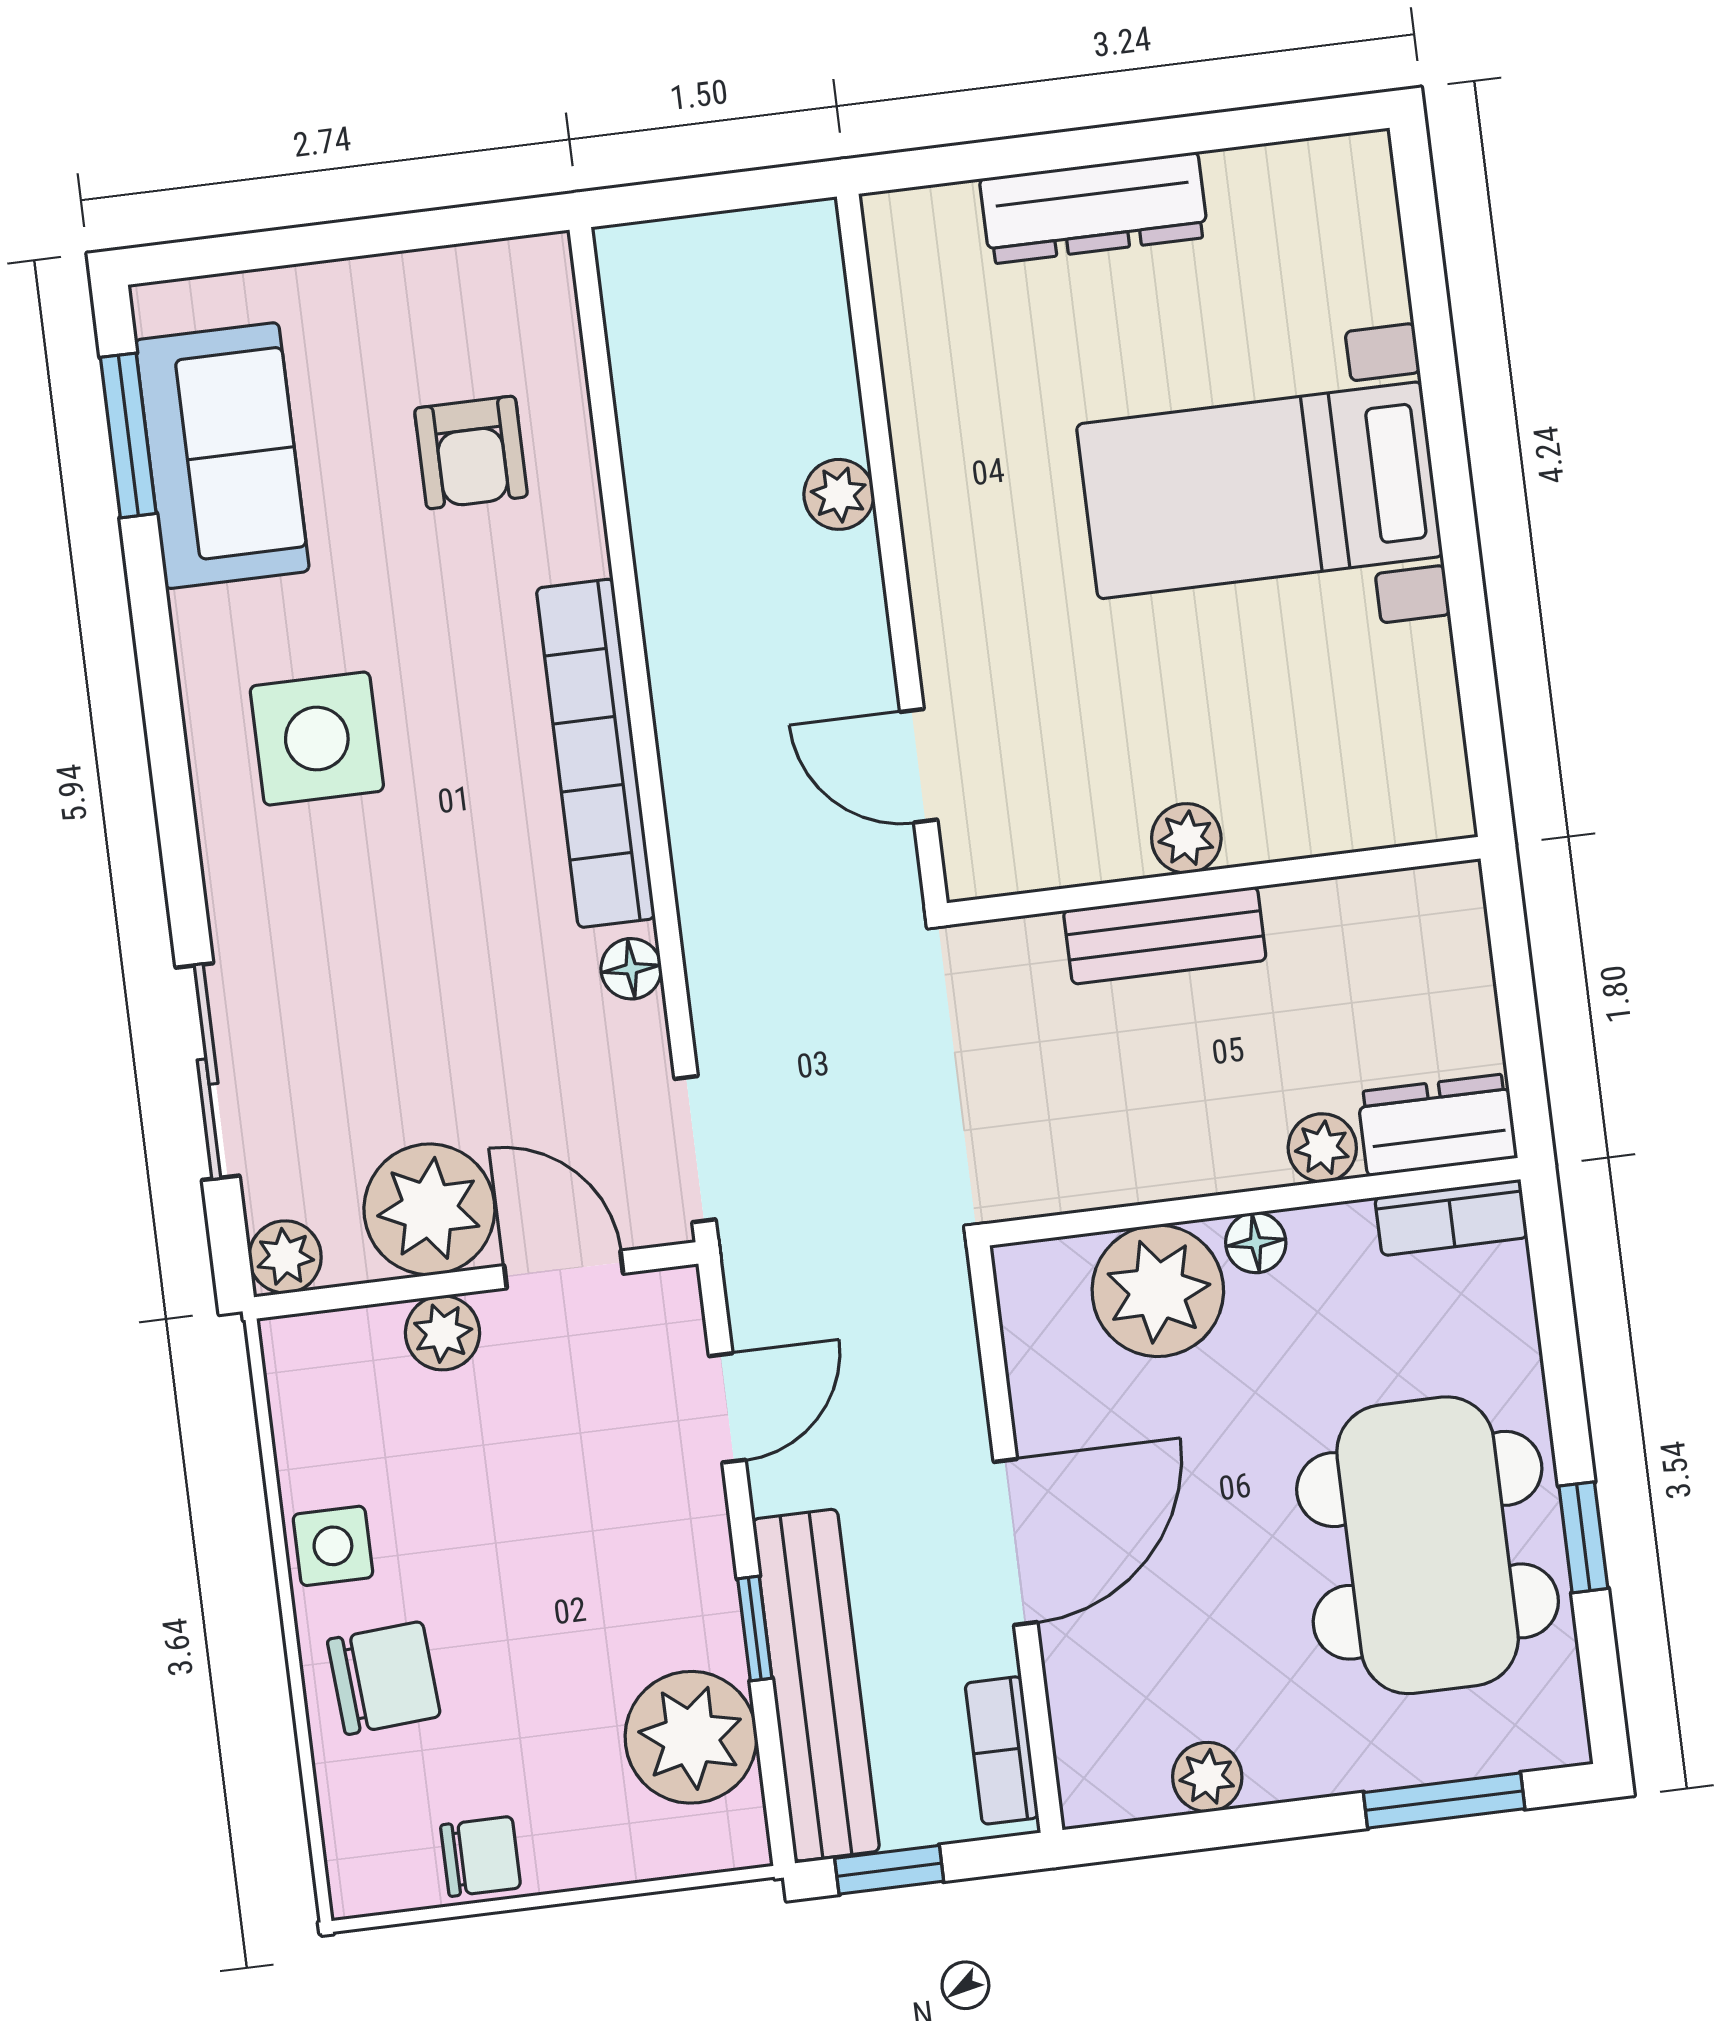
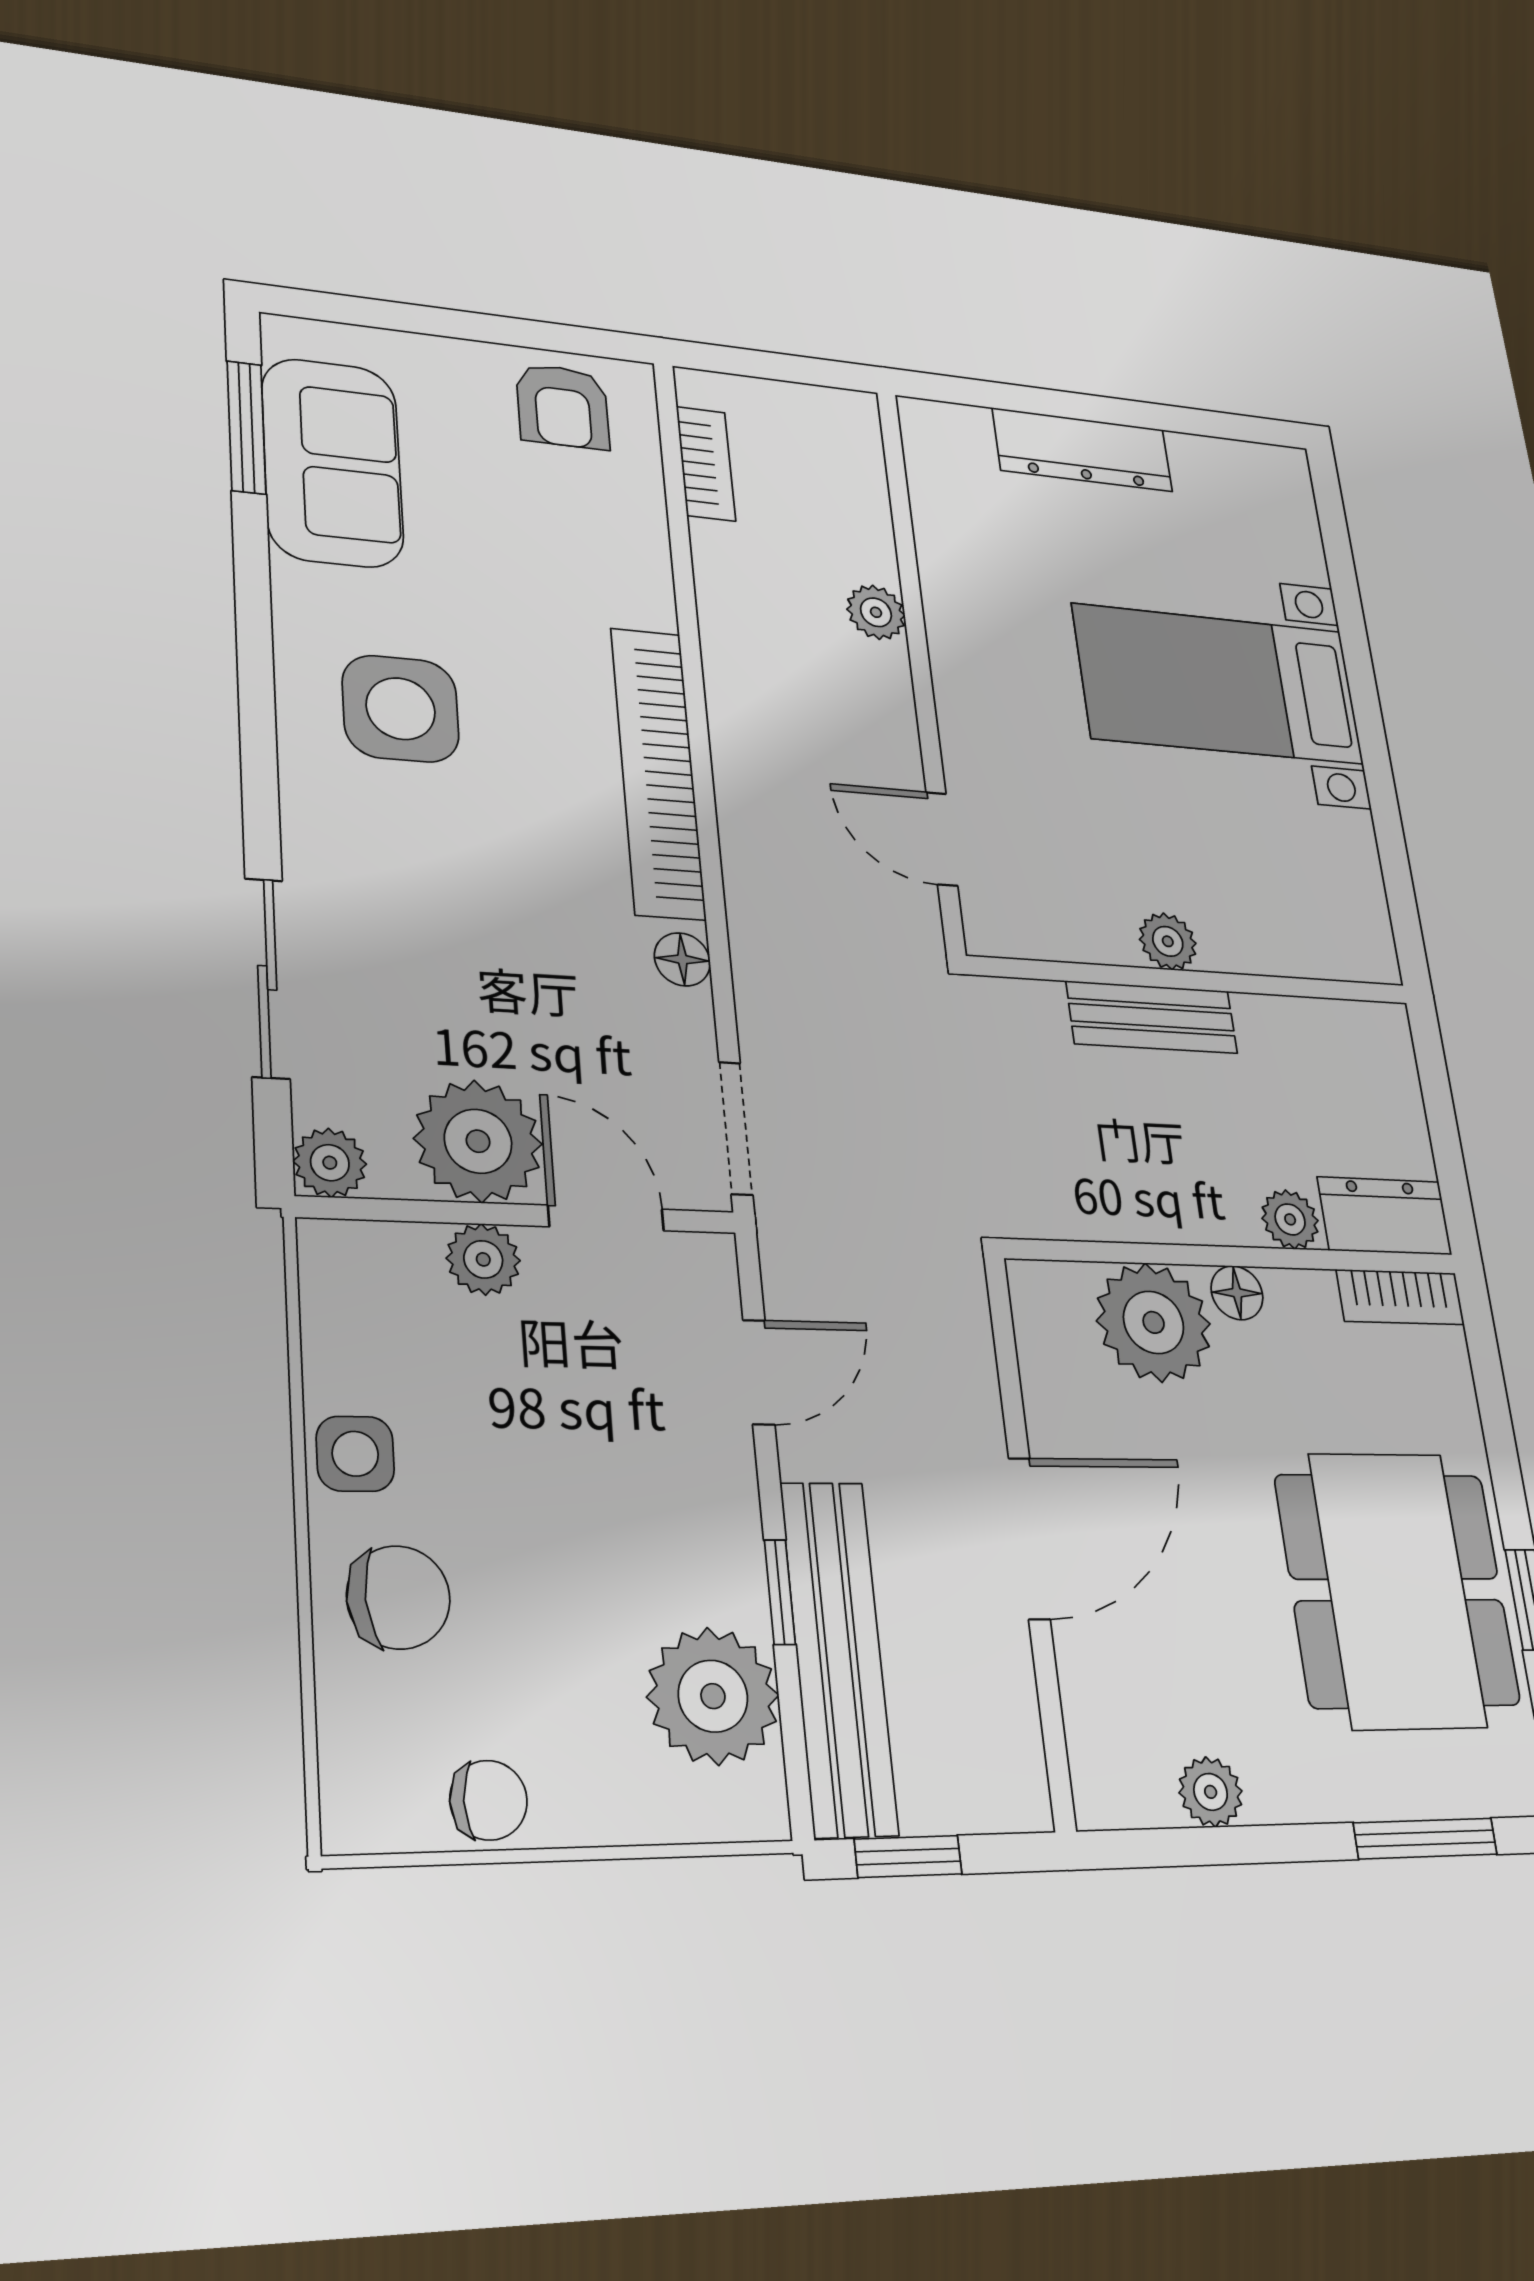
armchair: (471, 452) -> (563, 406), moved
bookcase: (1002, 1750) -> (706, 464), moved, turned 180

